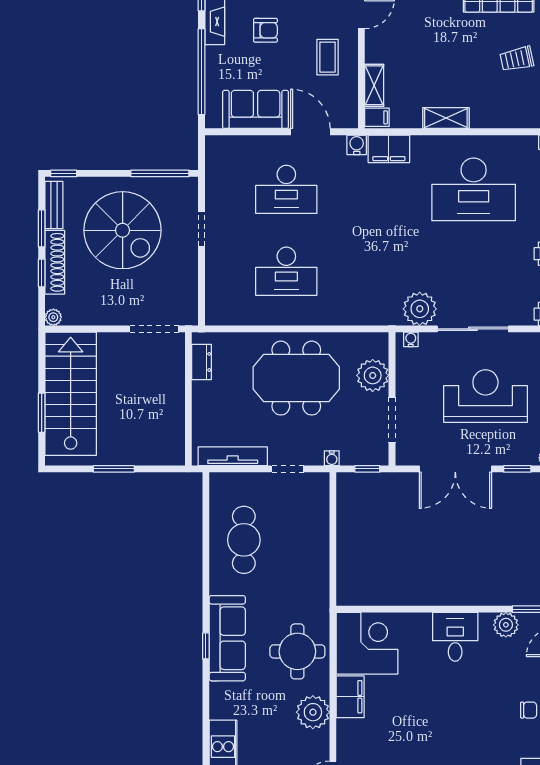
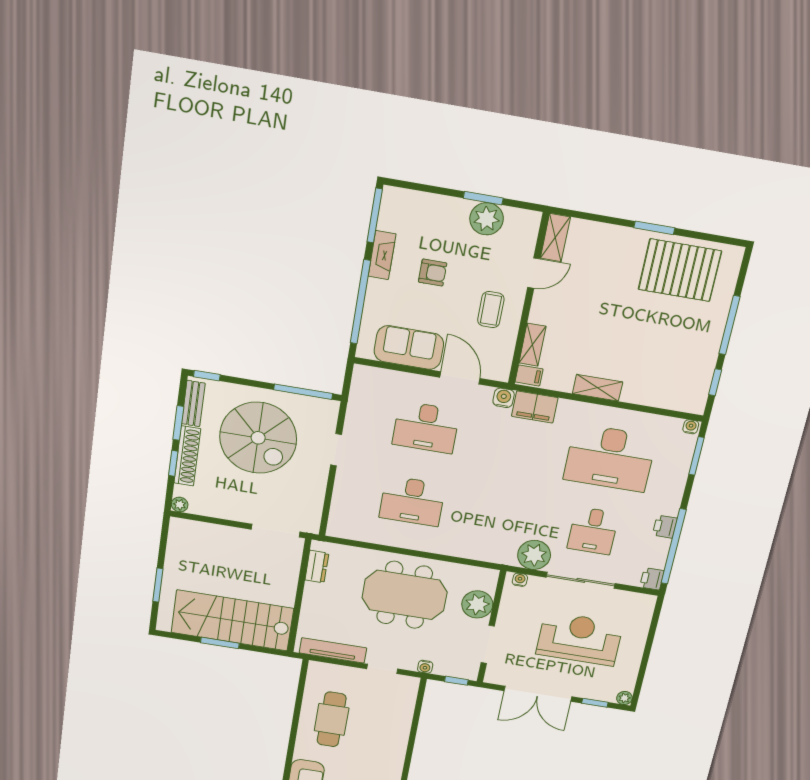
trolley: (517, 59) -> (681, 344), removed
desk: (474, 271) -> (593, 531), added
stairs: (71, 394) -> (232, 620), moved, turned -90

